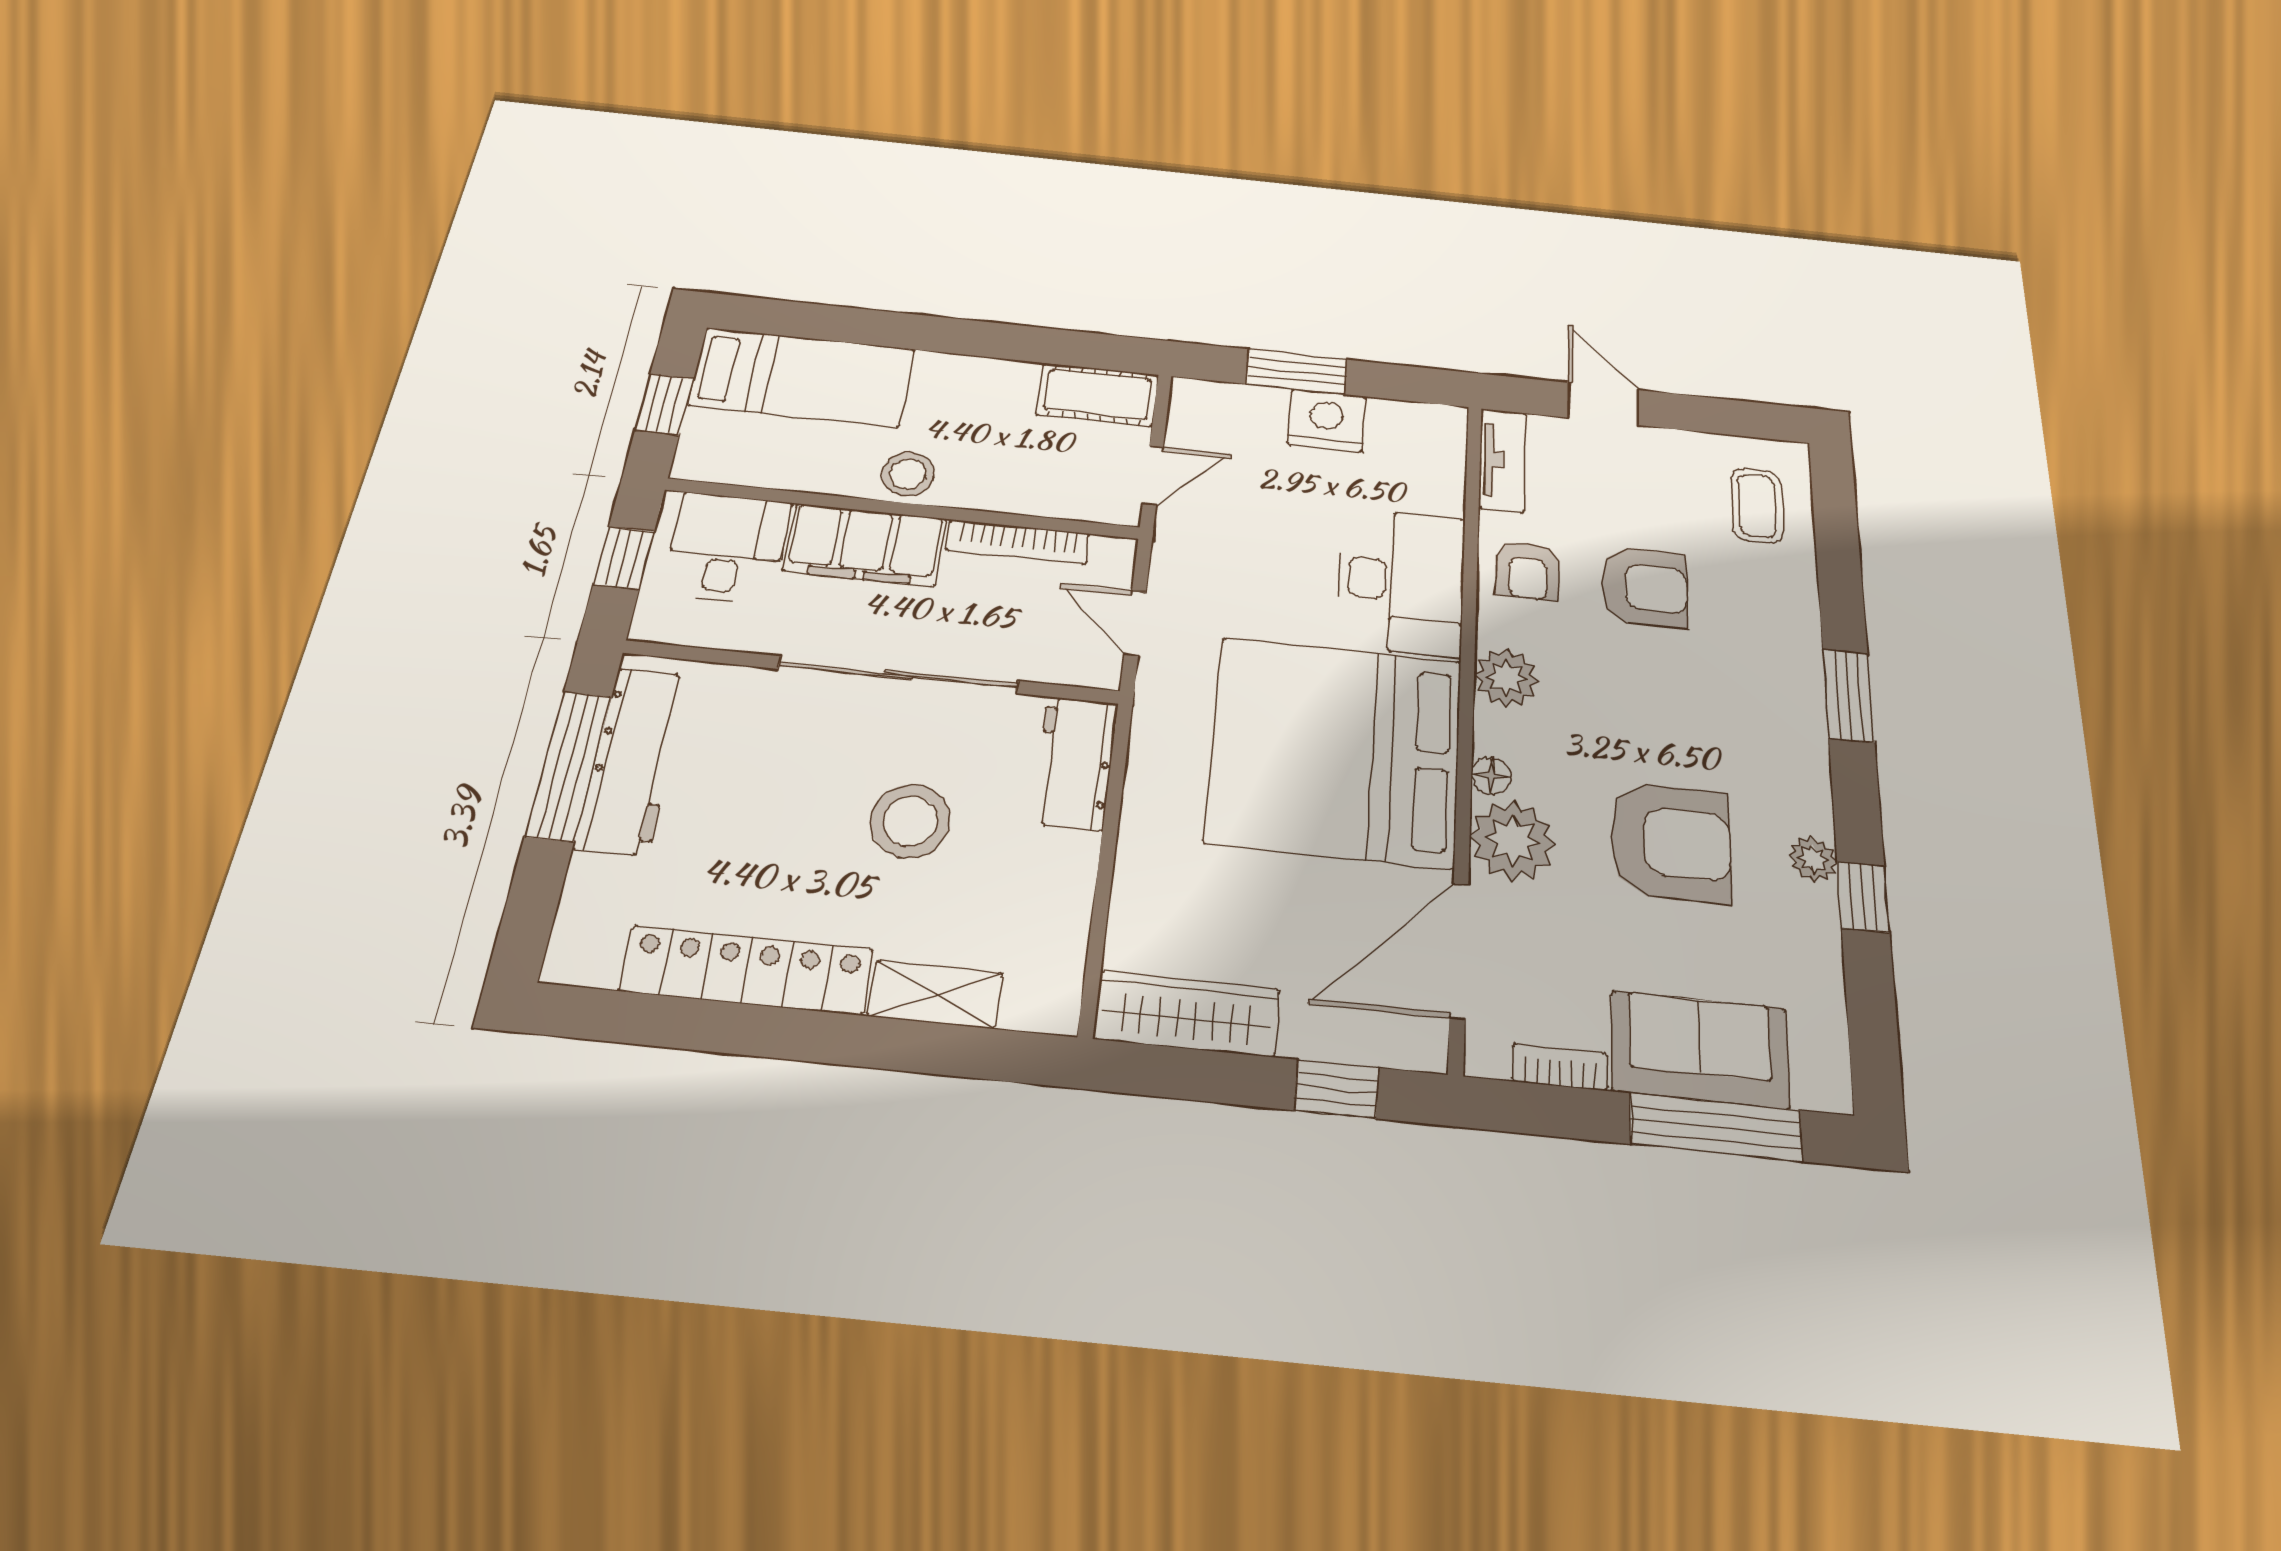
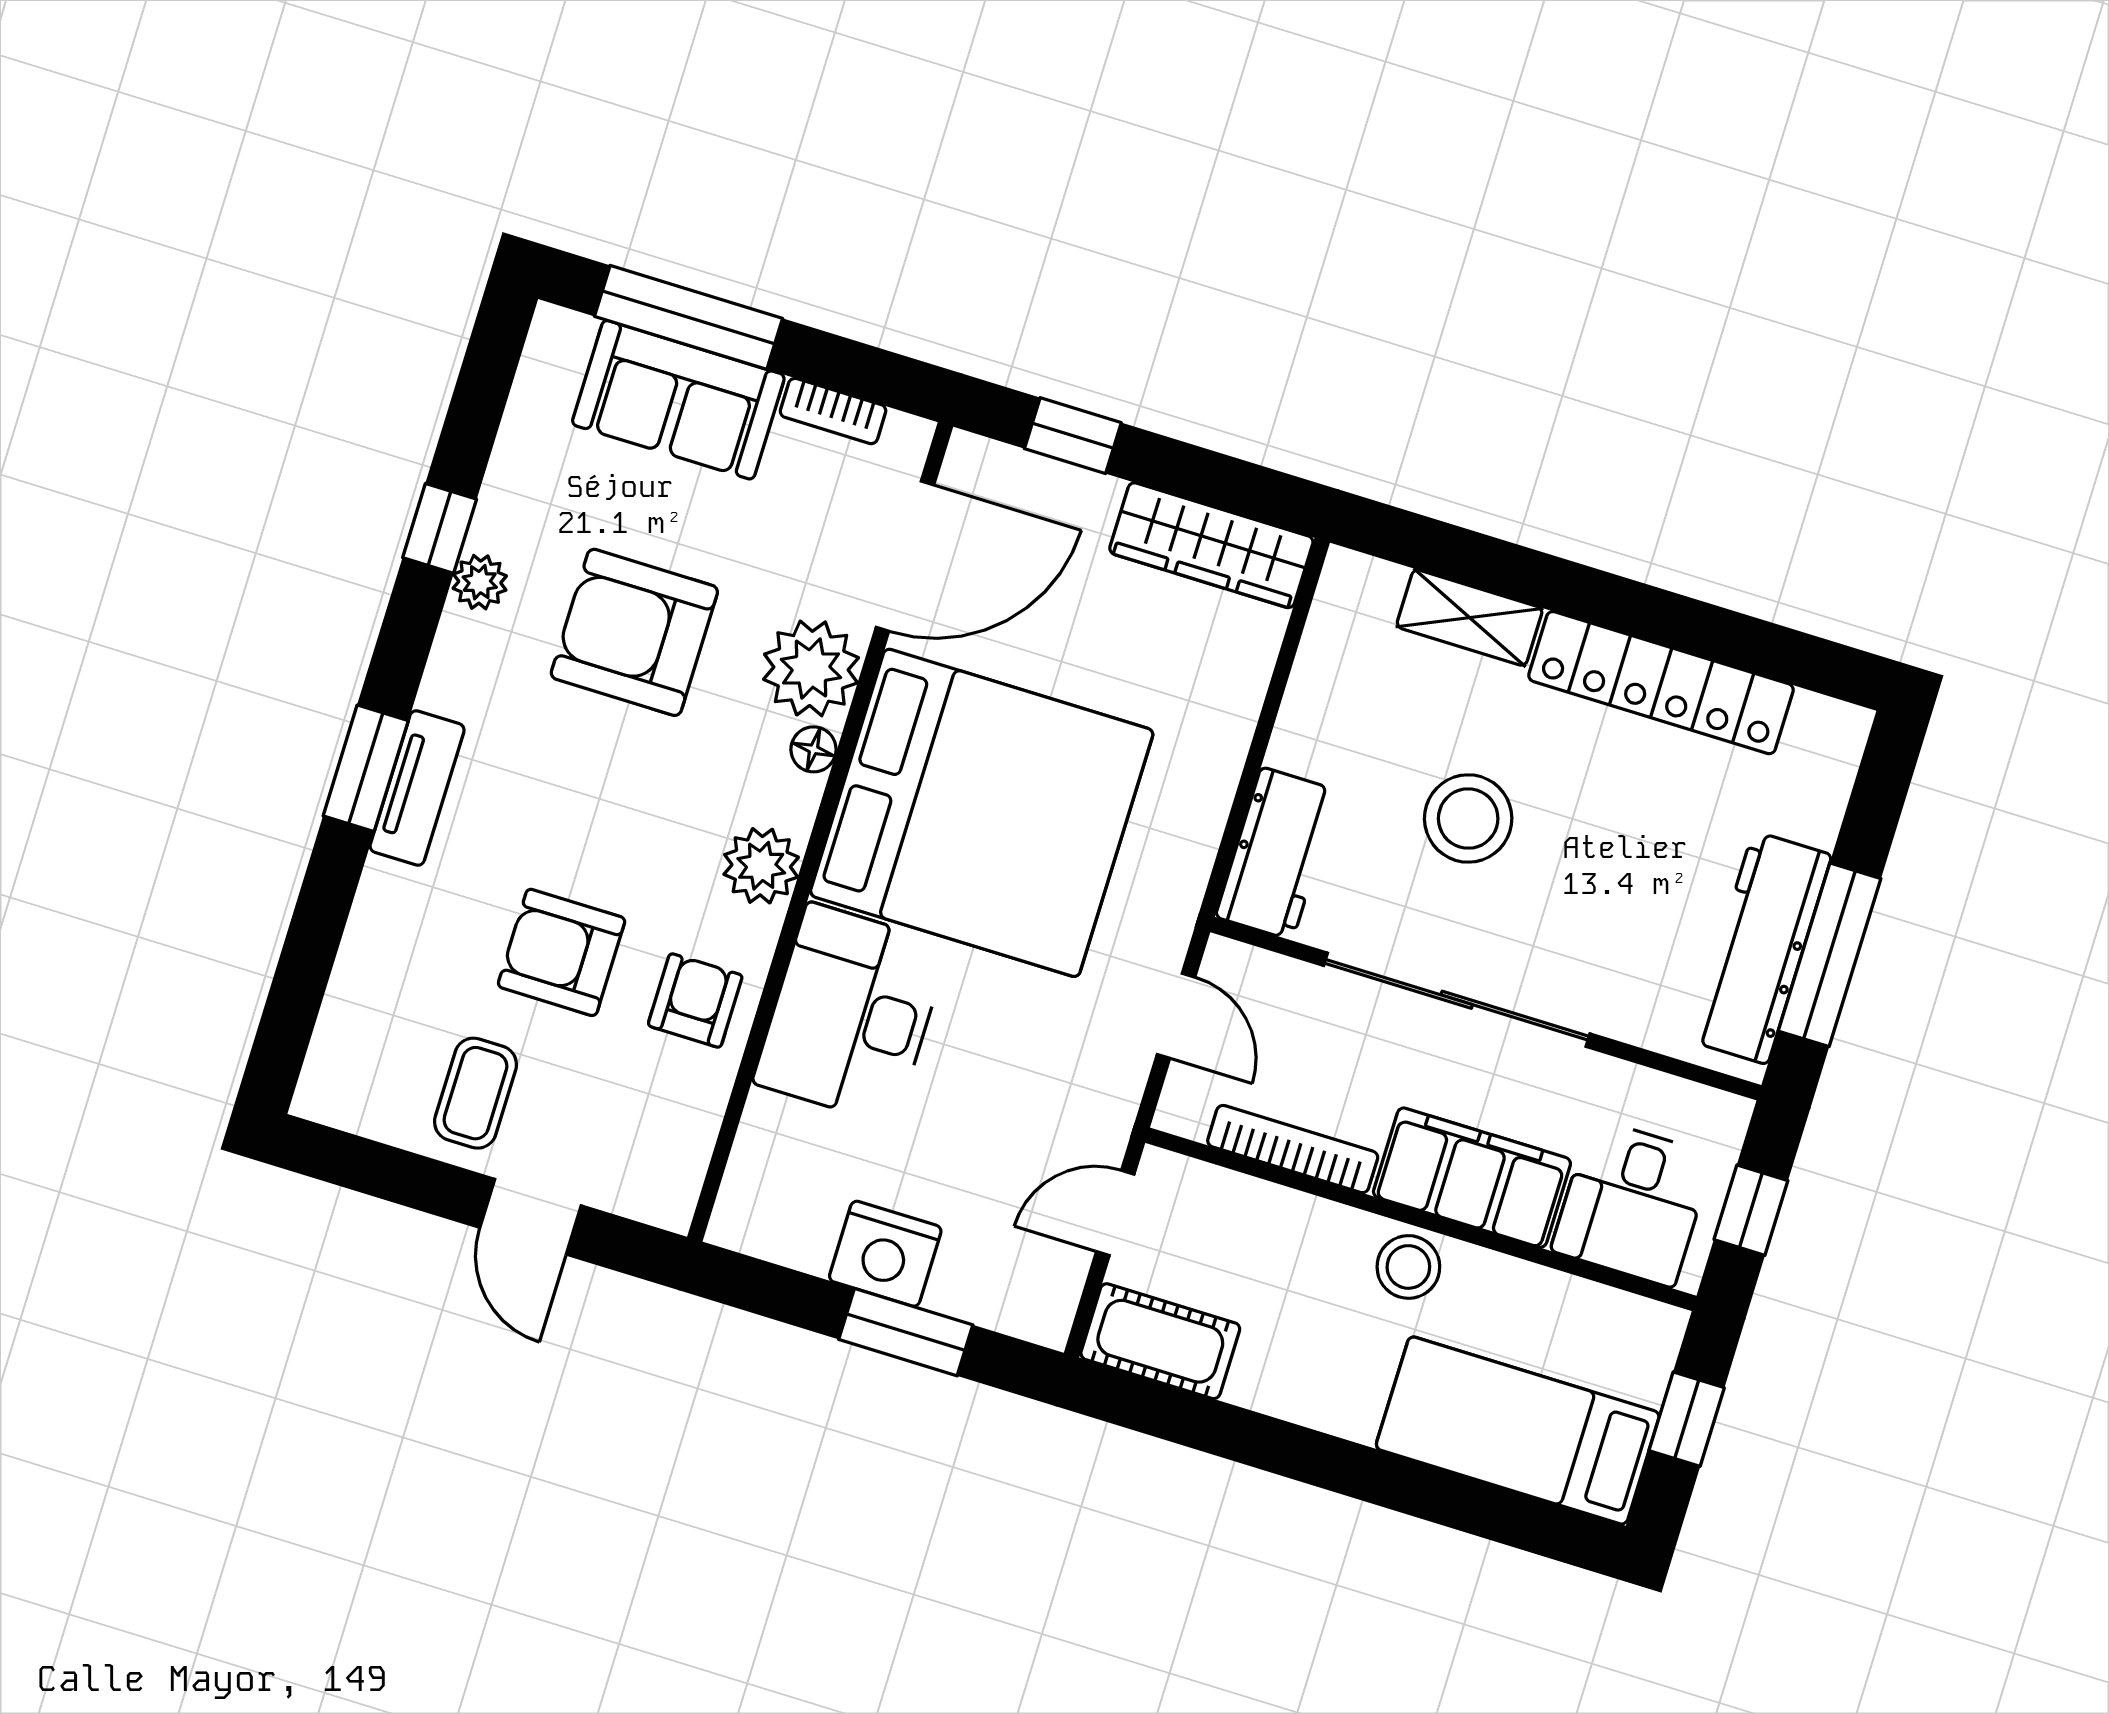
tv unit: (1502, 460) -> (417, 788), moved, turned 180
coffee table: (1757, 506) -> (475, 1093), moved

